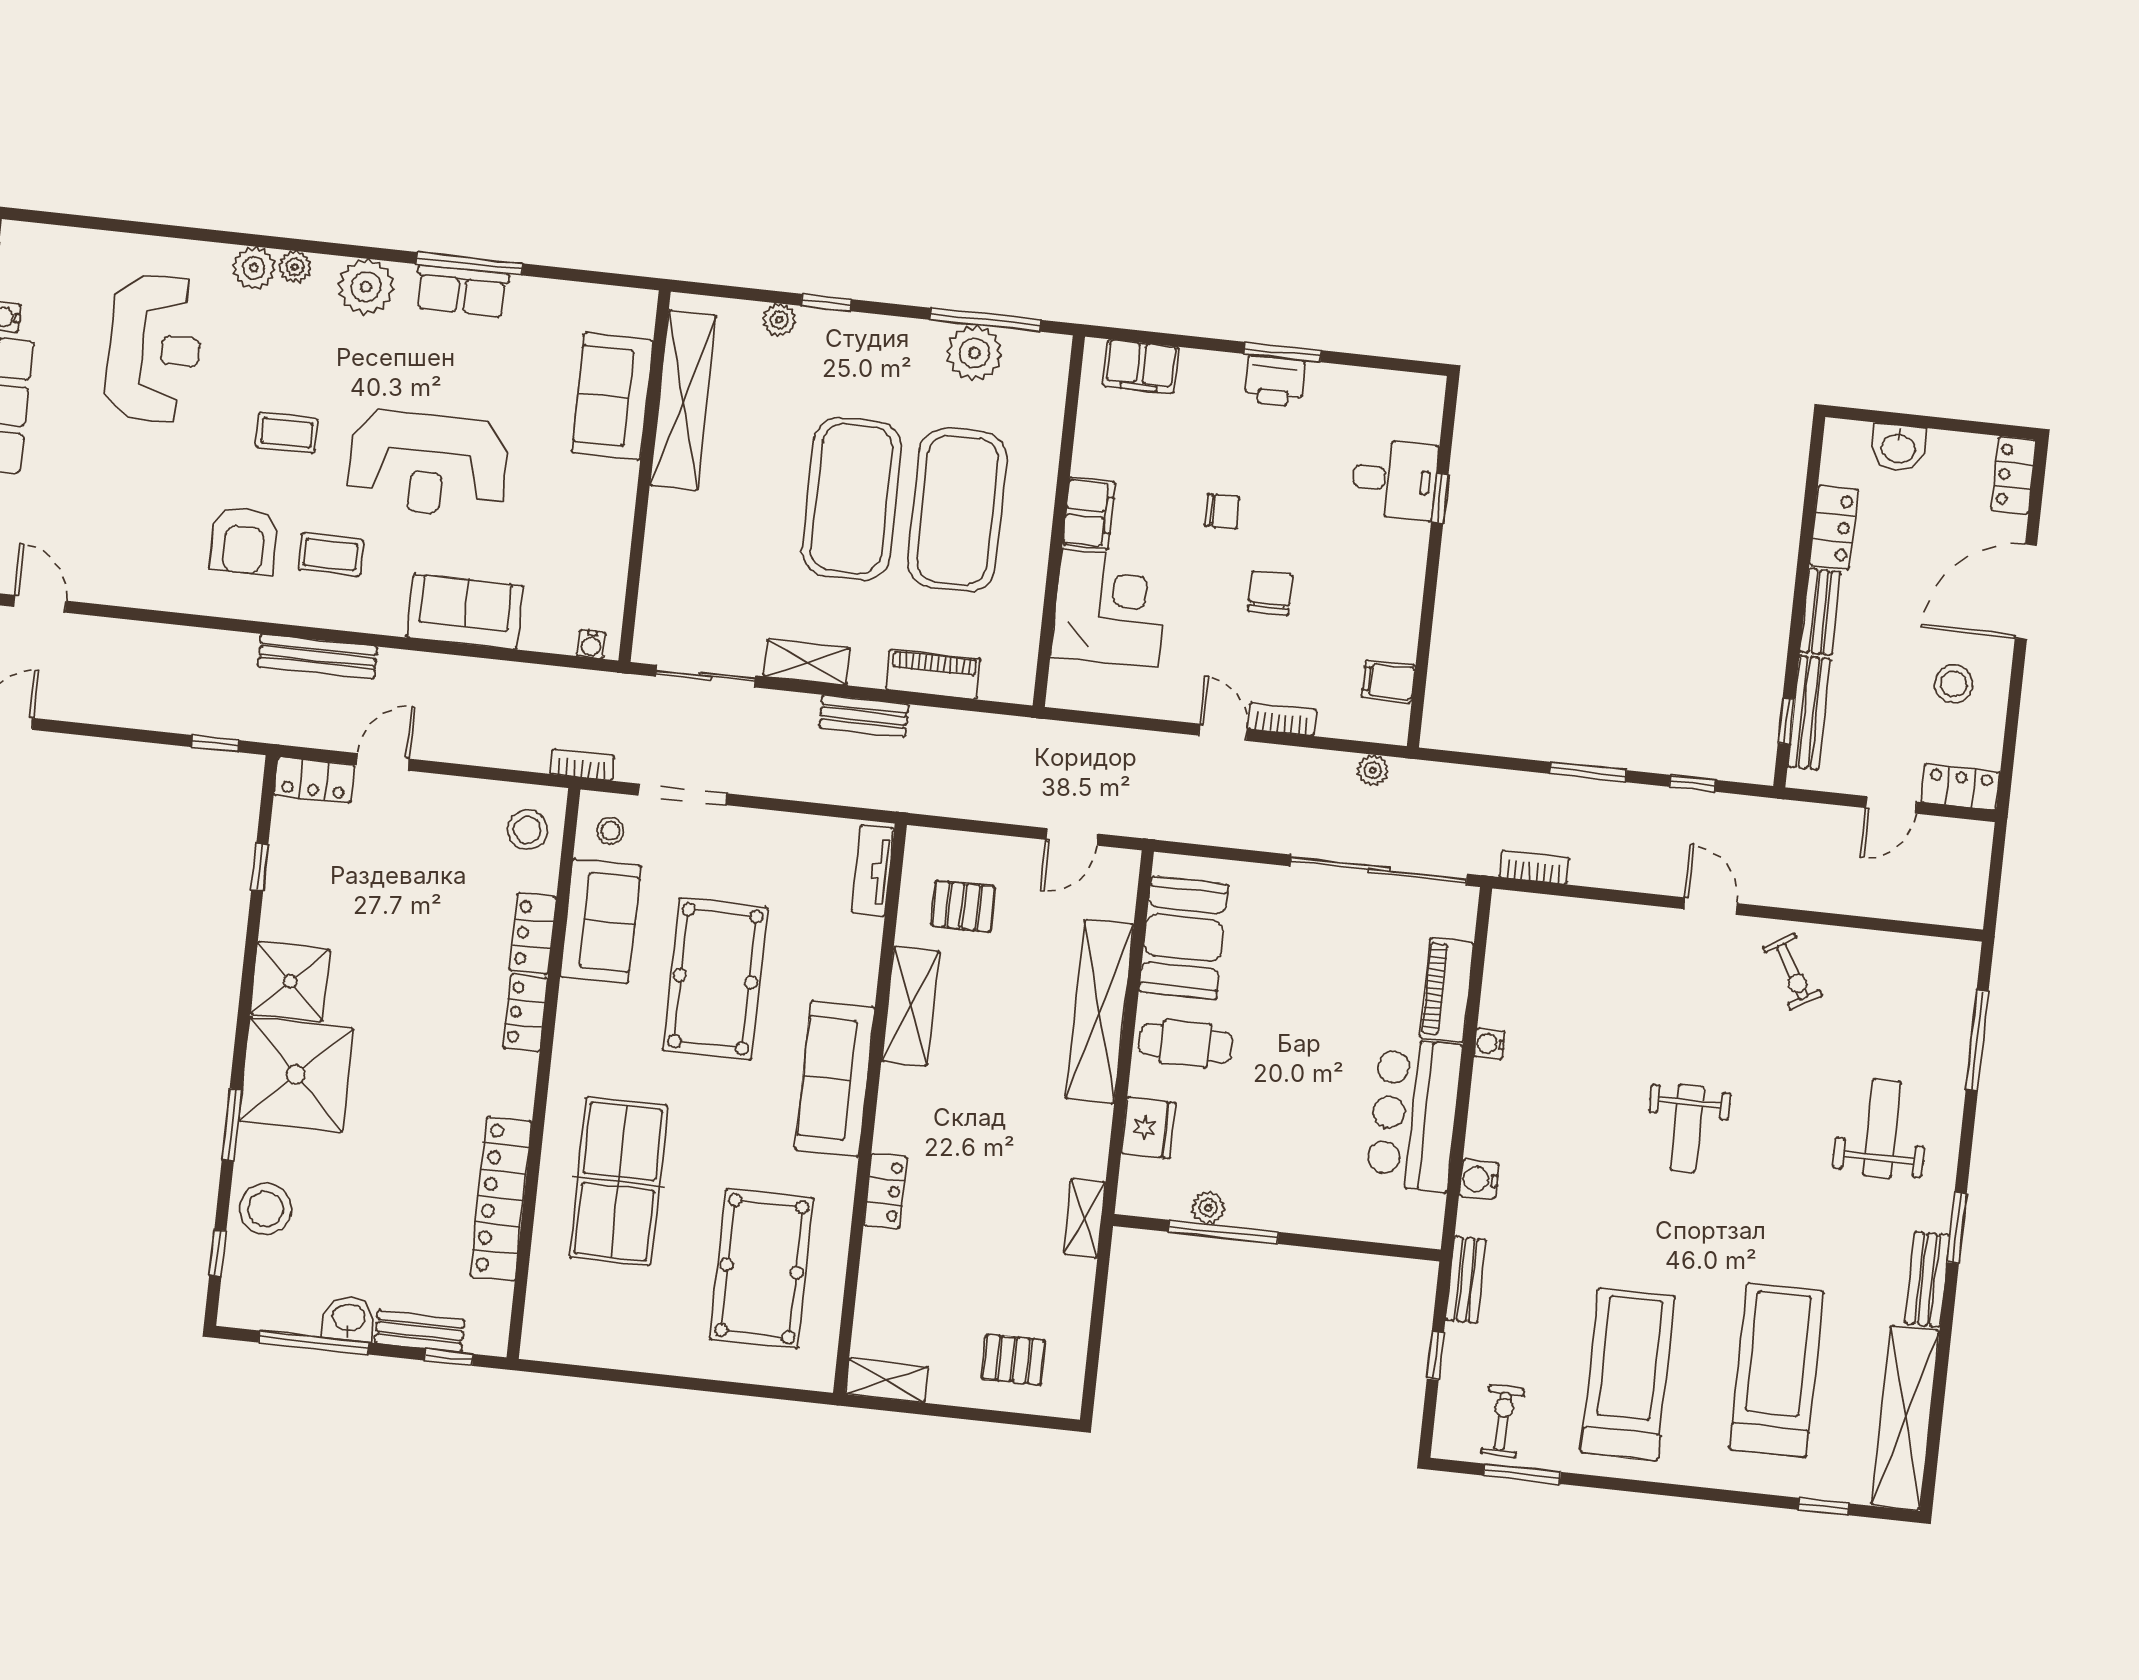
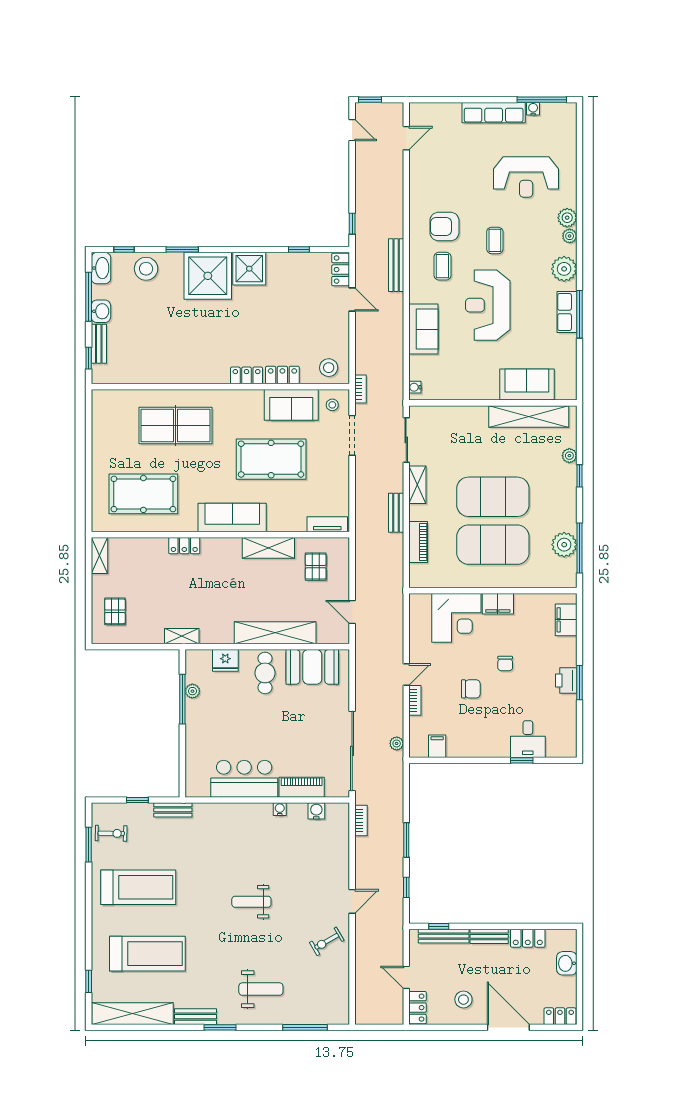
water cooler: (1479, 1179) -> (316, 811), moved
locker: (501, 1199) -> (162, 374), removed
washbasin: (253, 1308) -> (101, 268), added

